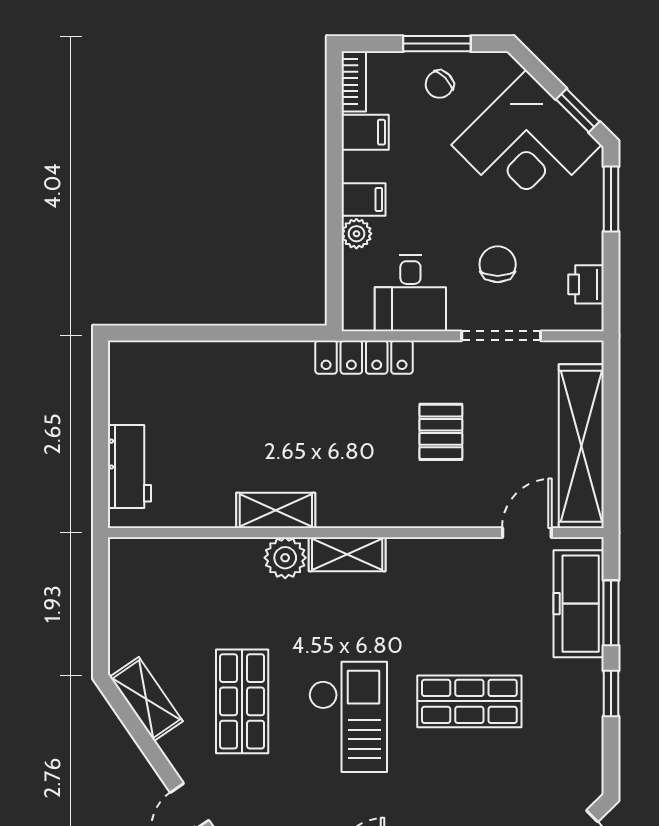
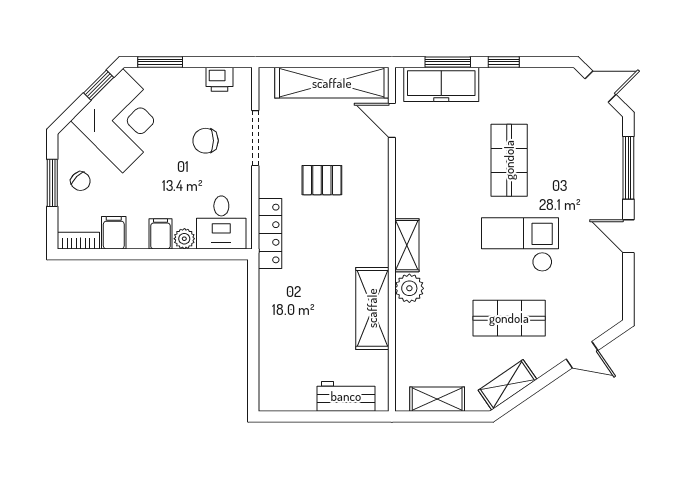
desk: (410, 293) -> (221, 222), moved, turned 90
shelving: (276, 510) -> (372, 308), width x1.50, depth x1.33
shelving: (126, 598) -> (437, 399), added

